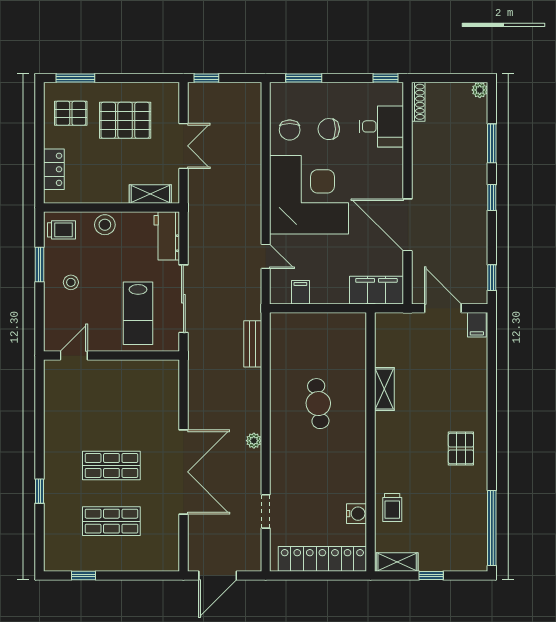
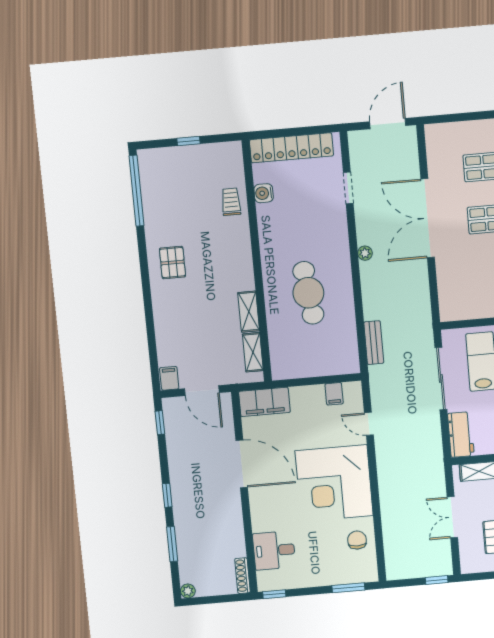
chair: (329, 129) -> (322, 544), removed
cafe table: (318, 404) -> (308, 293), width x1.37, depth x1.35
shelving: (397, 562) -> (253, 352), moved, turned 90

